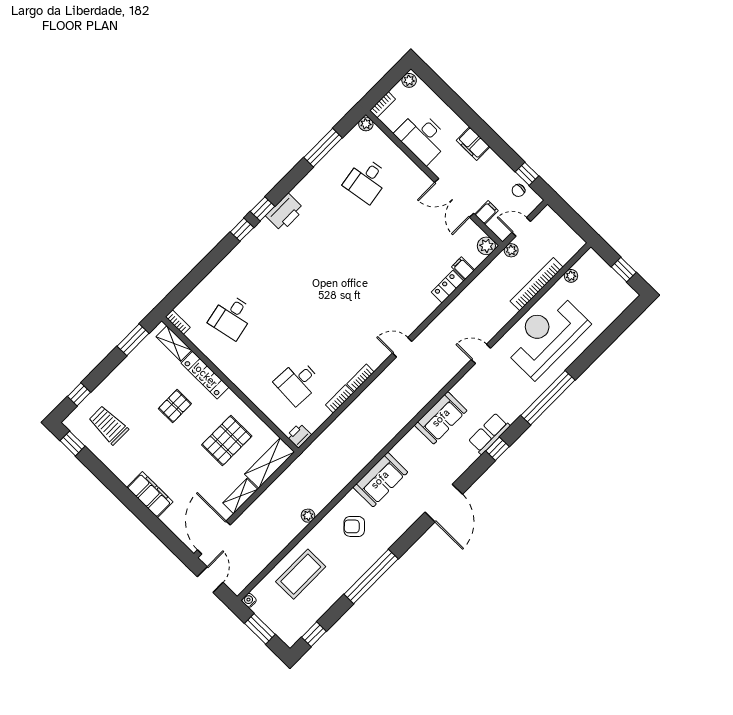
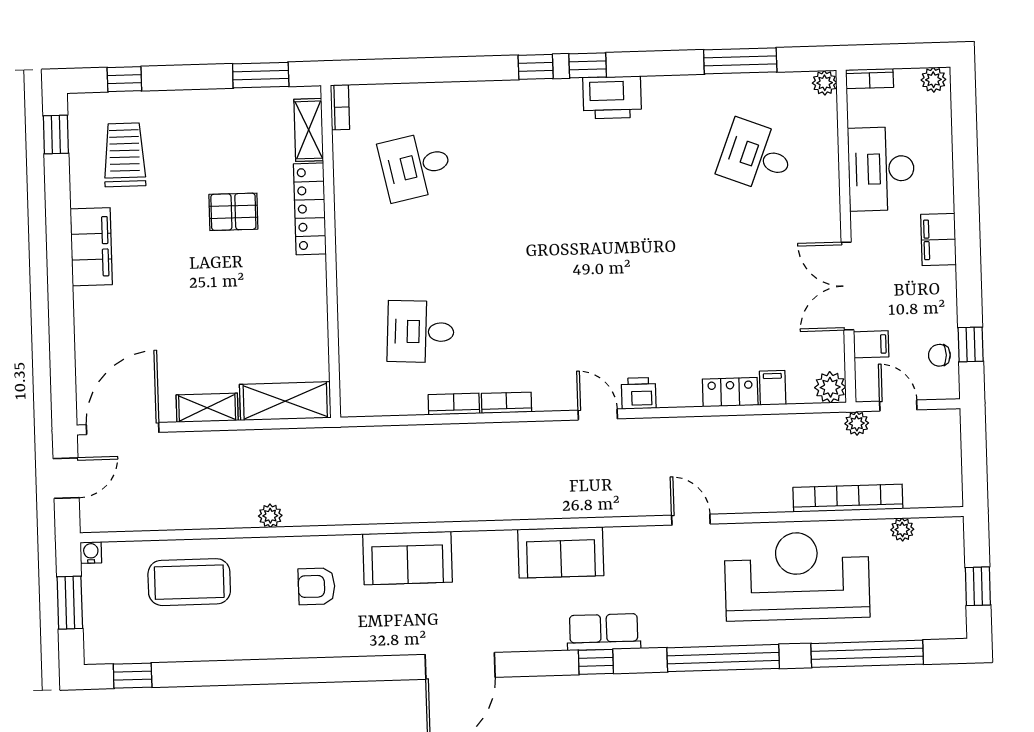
desk: (366, 180) -> (756, 156), turned 30
printer: (299, 436) -> (639, 393), moved
pallet: (227, 440) -> (258, 319), removed
filing cabinet: (150, 495) -> (91, 247), moved
armchair: (354, 526) -> (316, 586), turned -46
window: (371, 576) -> (867, 654), moved

